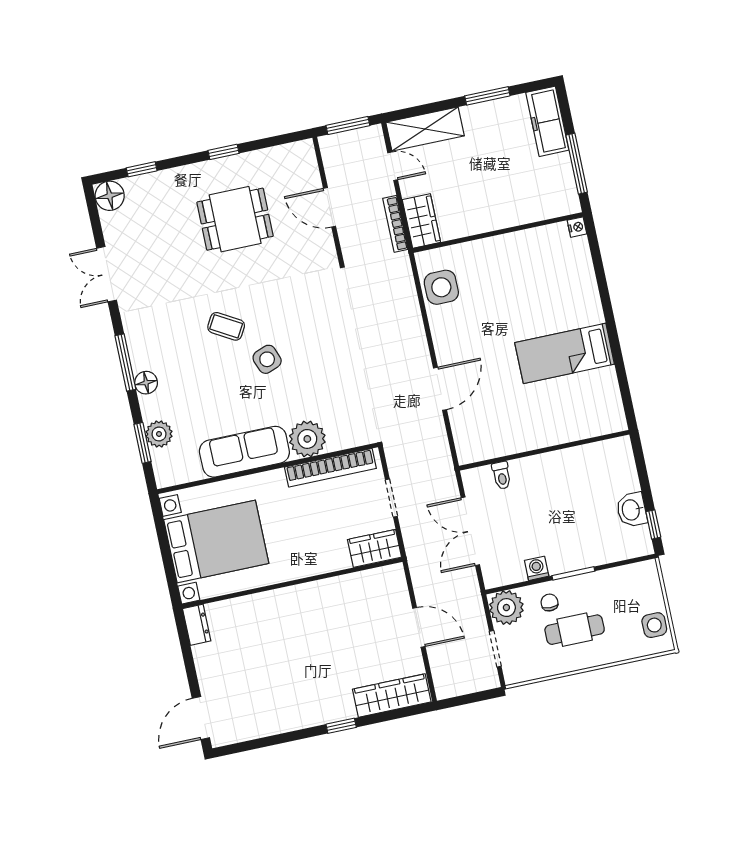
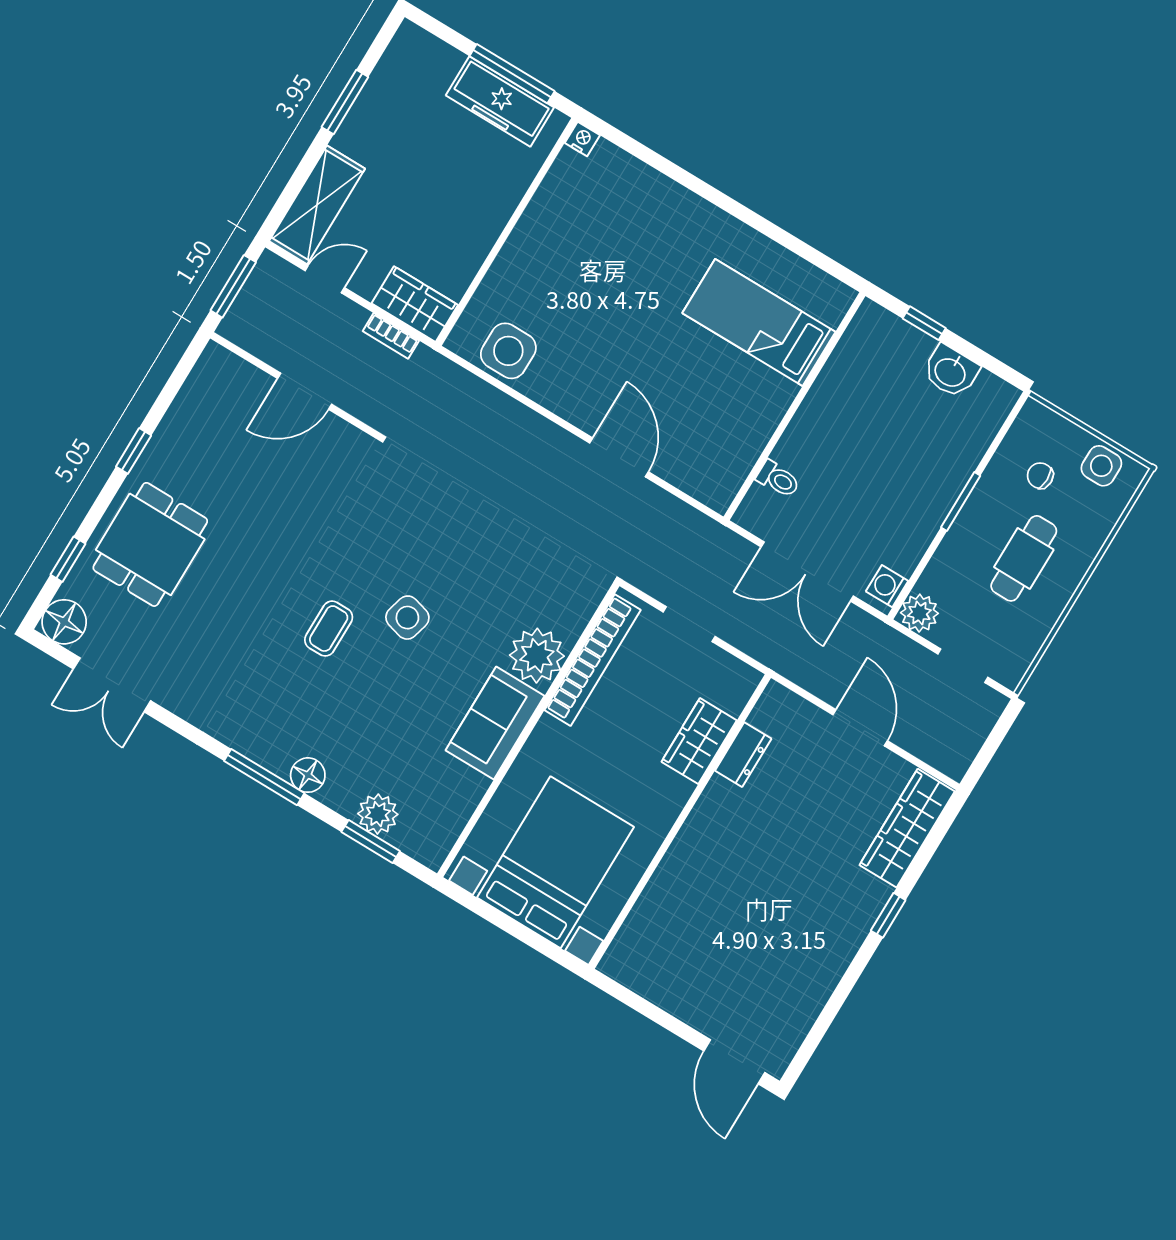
freezer: (547, 121) -> (500, 101), moved
dining table: (235, 219) -> (150, 544), moved
bookcase: (395, 224) -> (391, 336), width x0.64
double door: (107, 274) -> (112, 685), moved
coffee table: (226, 326) -> (329, 629), turned -30
bed: (565, 353) -> (759, 322), moved, turned 90
side table: (267, 359) -> (407, 618), turned 36
sofa: (244, 452) -> (495, 723), width x0.73
window: (653, 524) -> (924, 323), moved
wardrobe: (374, 548) -> (699, 741), moved
washing machine: (537, 568) -> (887, 586), moved
chair: (549, 603) -> (1040, 476), moved
plant: (506, 608) -> (919, 613), width x0.73, depth x0.73
dresser: (197, 625) -> (743, 755), moved, turned 90
door: (419, 627) -> (860, 728), hinge flipped

